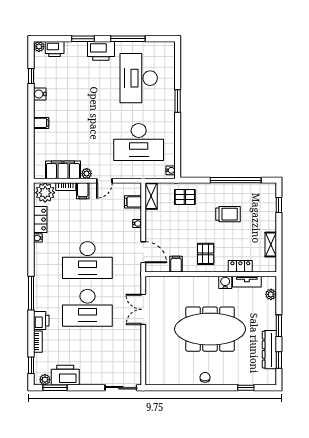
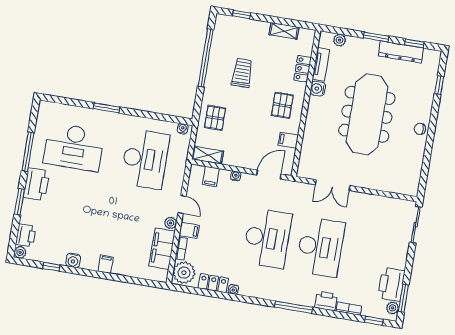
pallet: (206, 254) -> (282, 105), turned 90

